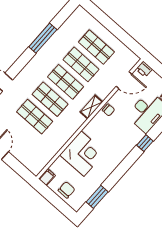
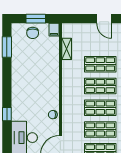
shelving: (91, 107) -> (67, 49), moved
corner desk: (83, 154) -> (44, 68), removed
window: (54, 199) -> (36, 19), added

